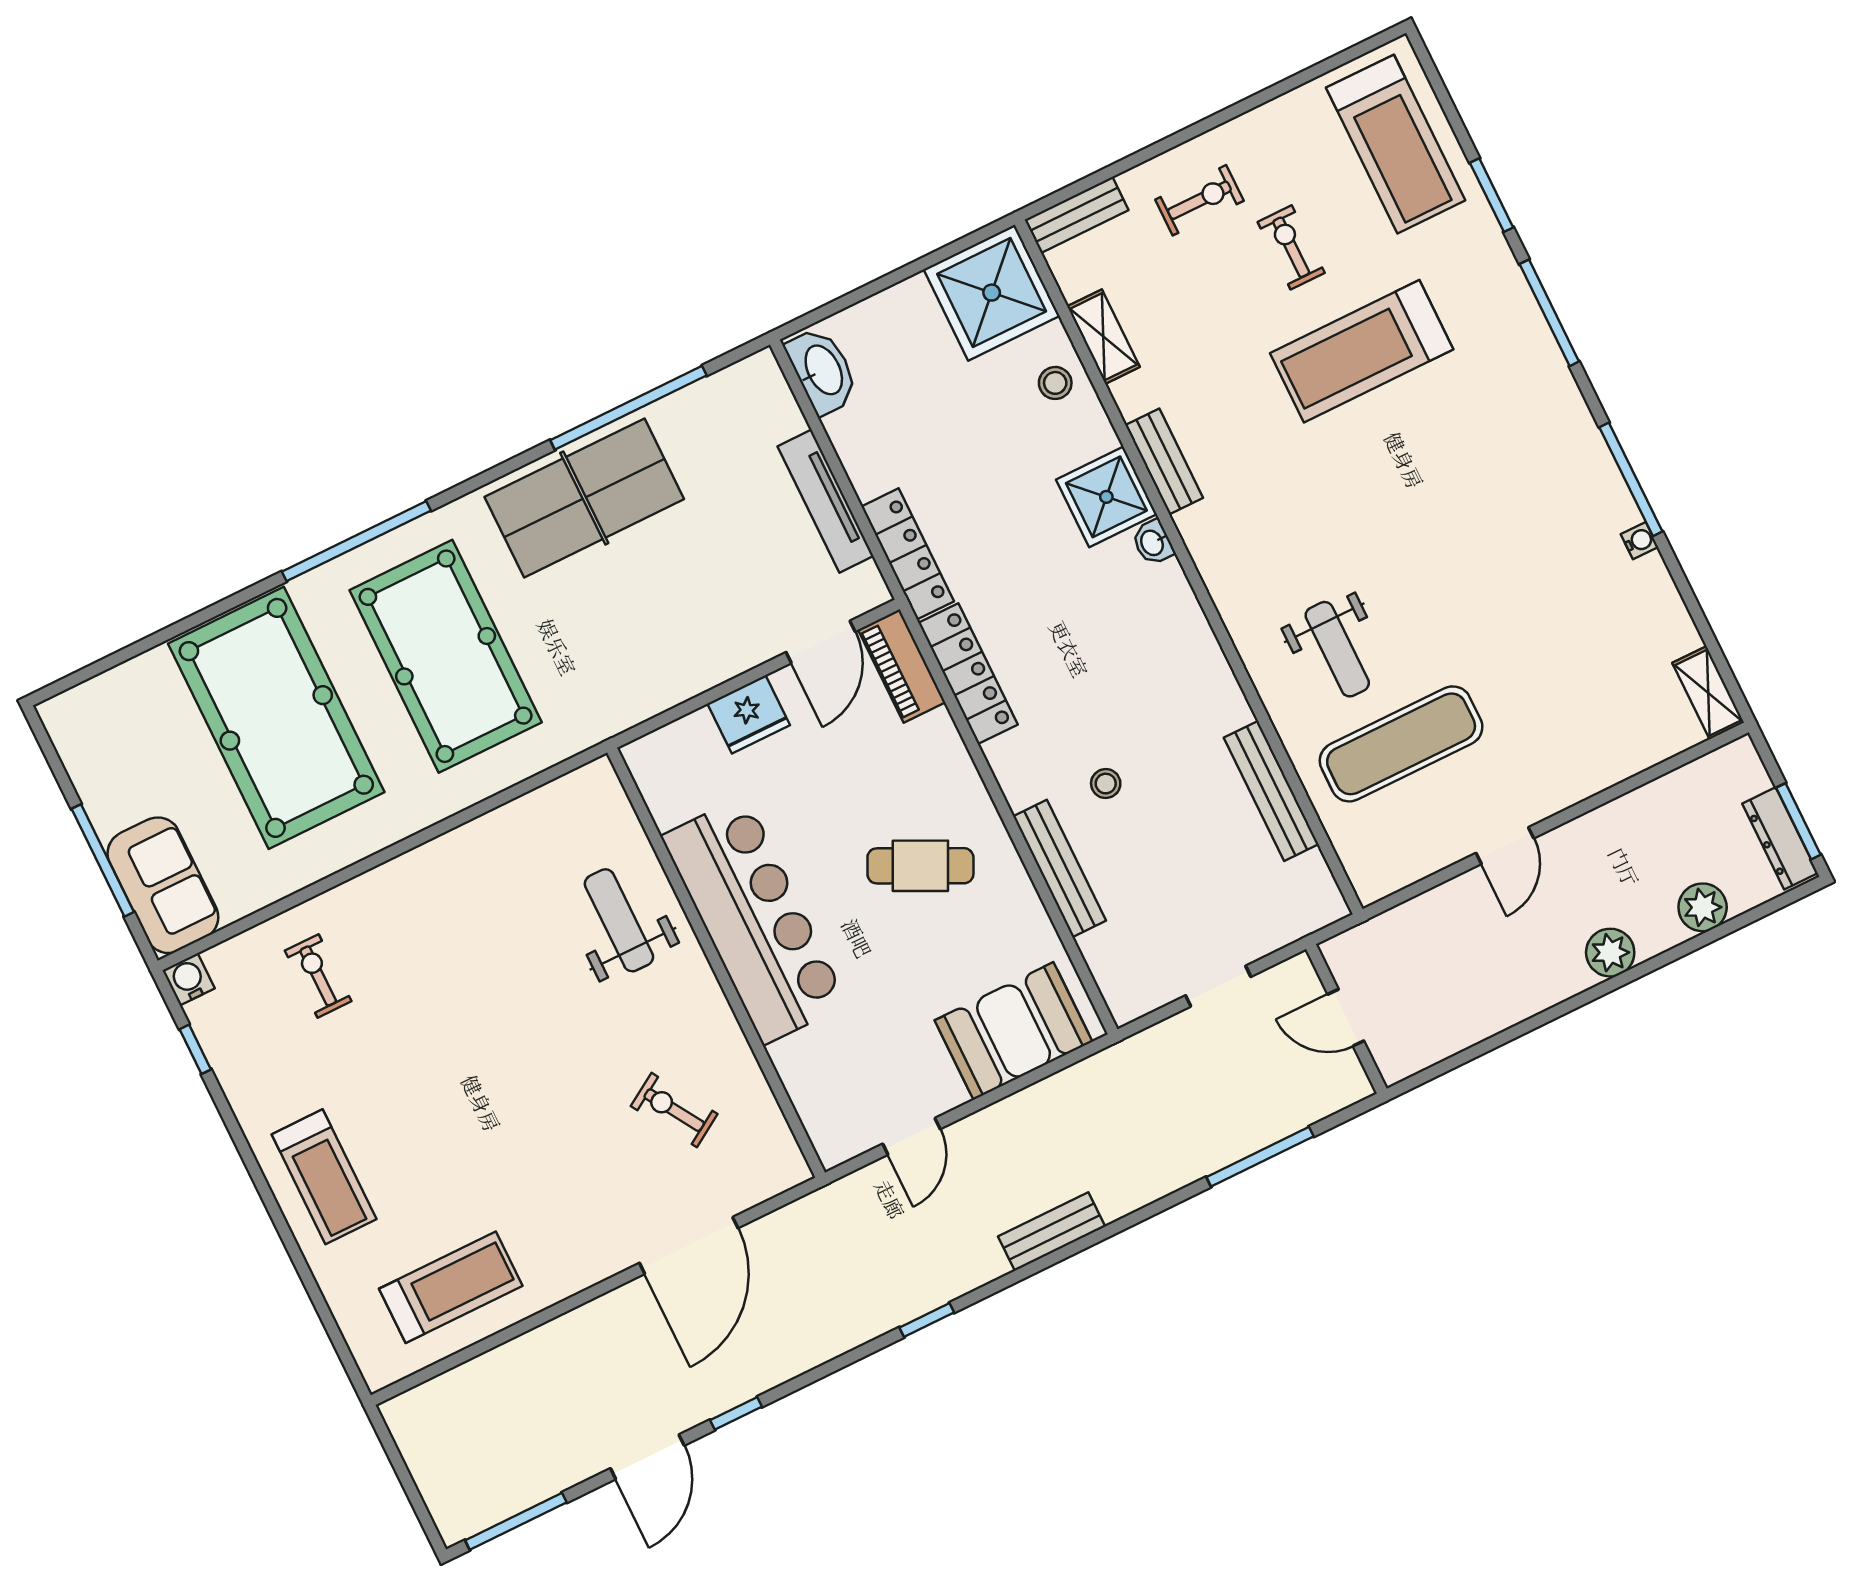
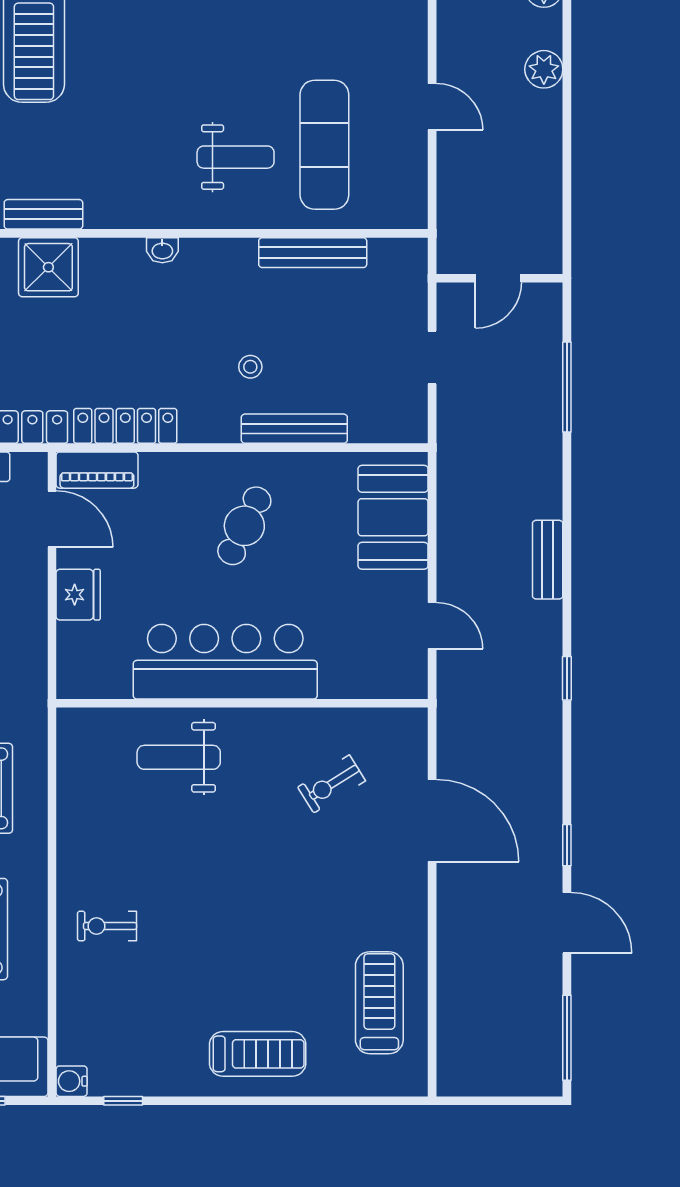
washbasin: (1153, 542) -> (162, 250), moved
exercise bike: (318, 976) -> (107, 926), moved

